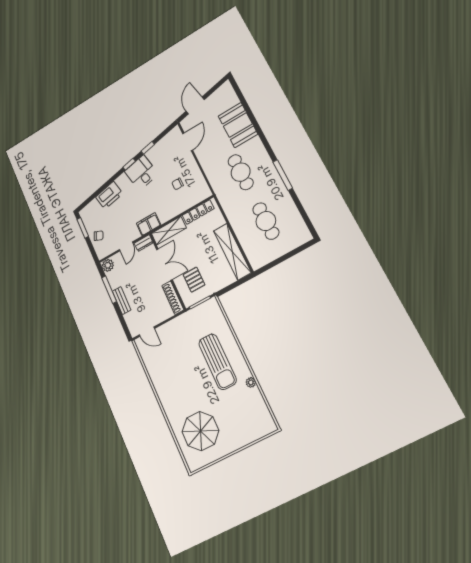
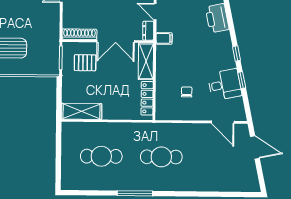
booth: (238, 125) -> (209, 178), removed
desk: (141, 173) -> (225, 85), moved
filing cabinet: (149, 224) -> (164, 38), width x0.50
shelving: (232, 252) -> (81, 111), width x0.68

